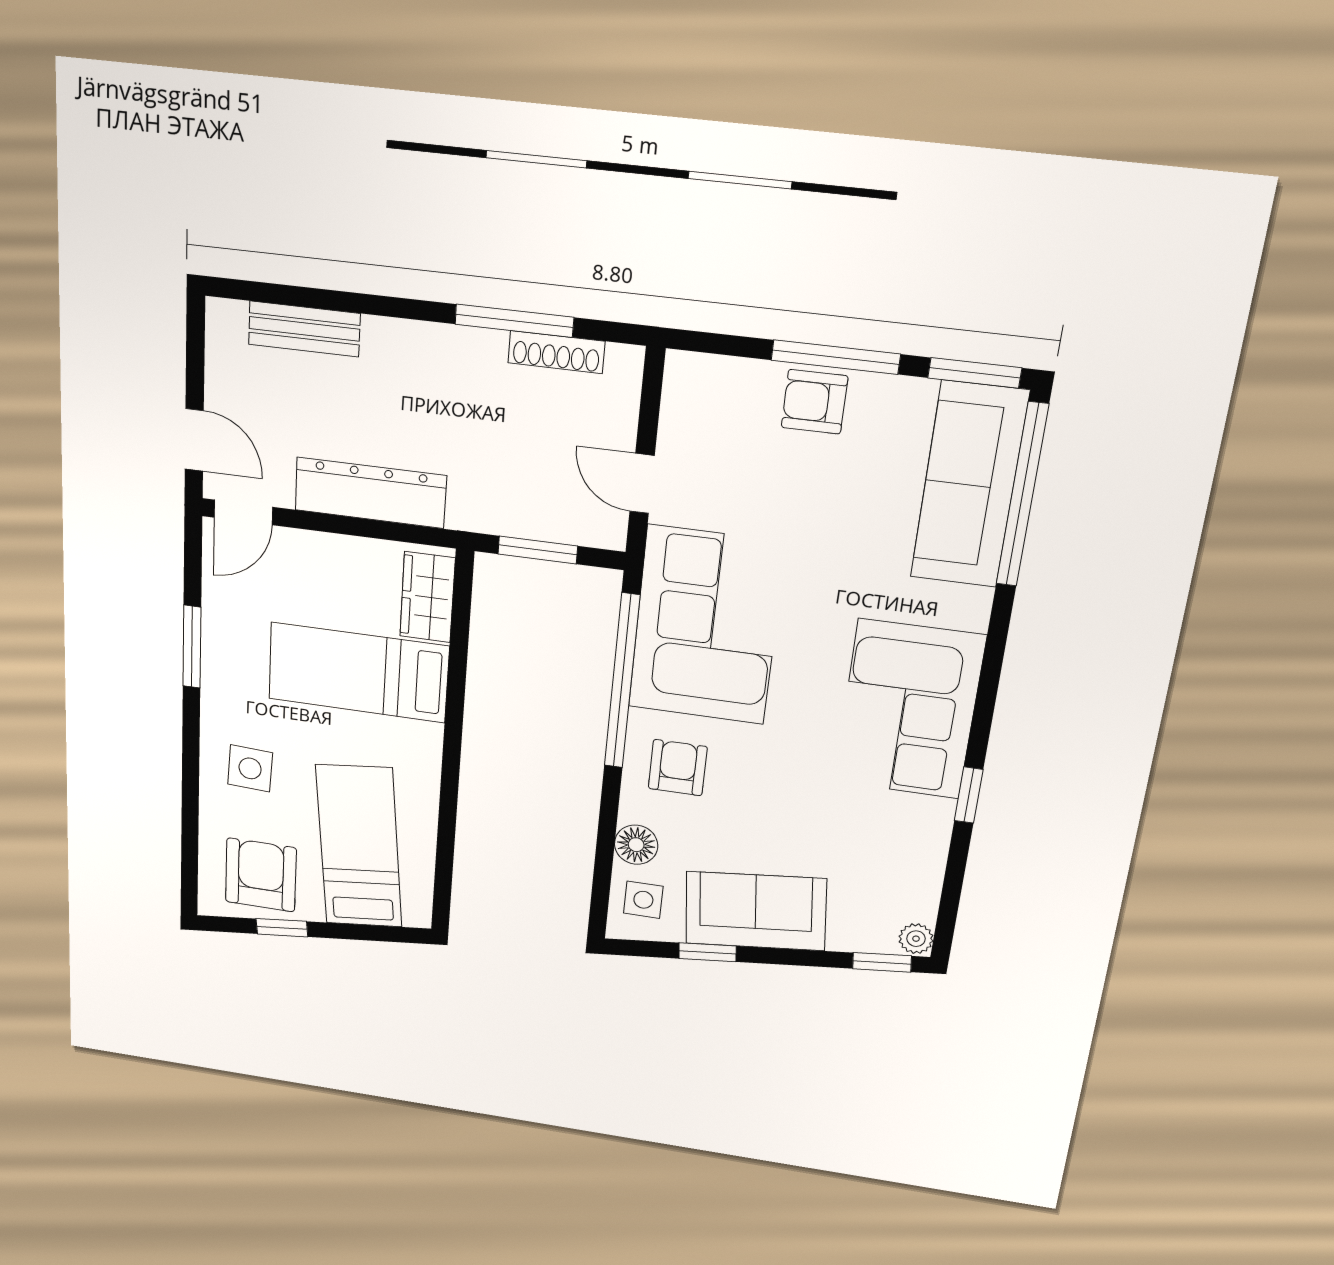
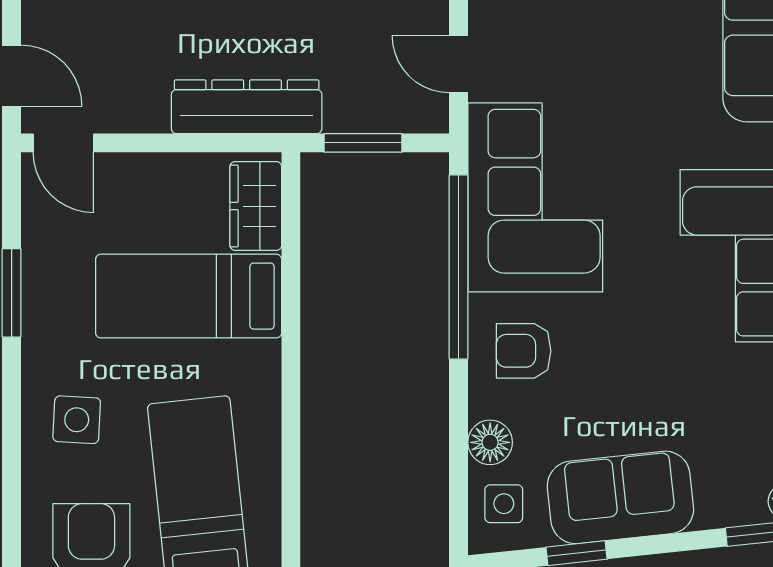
dresser: (370, 493) -> (247, 107), moved
door: (243, 512) -> (63, 143), hinge flipped
armchair: (678, 768) -> (524, 351), turned -90

